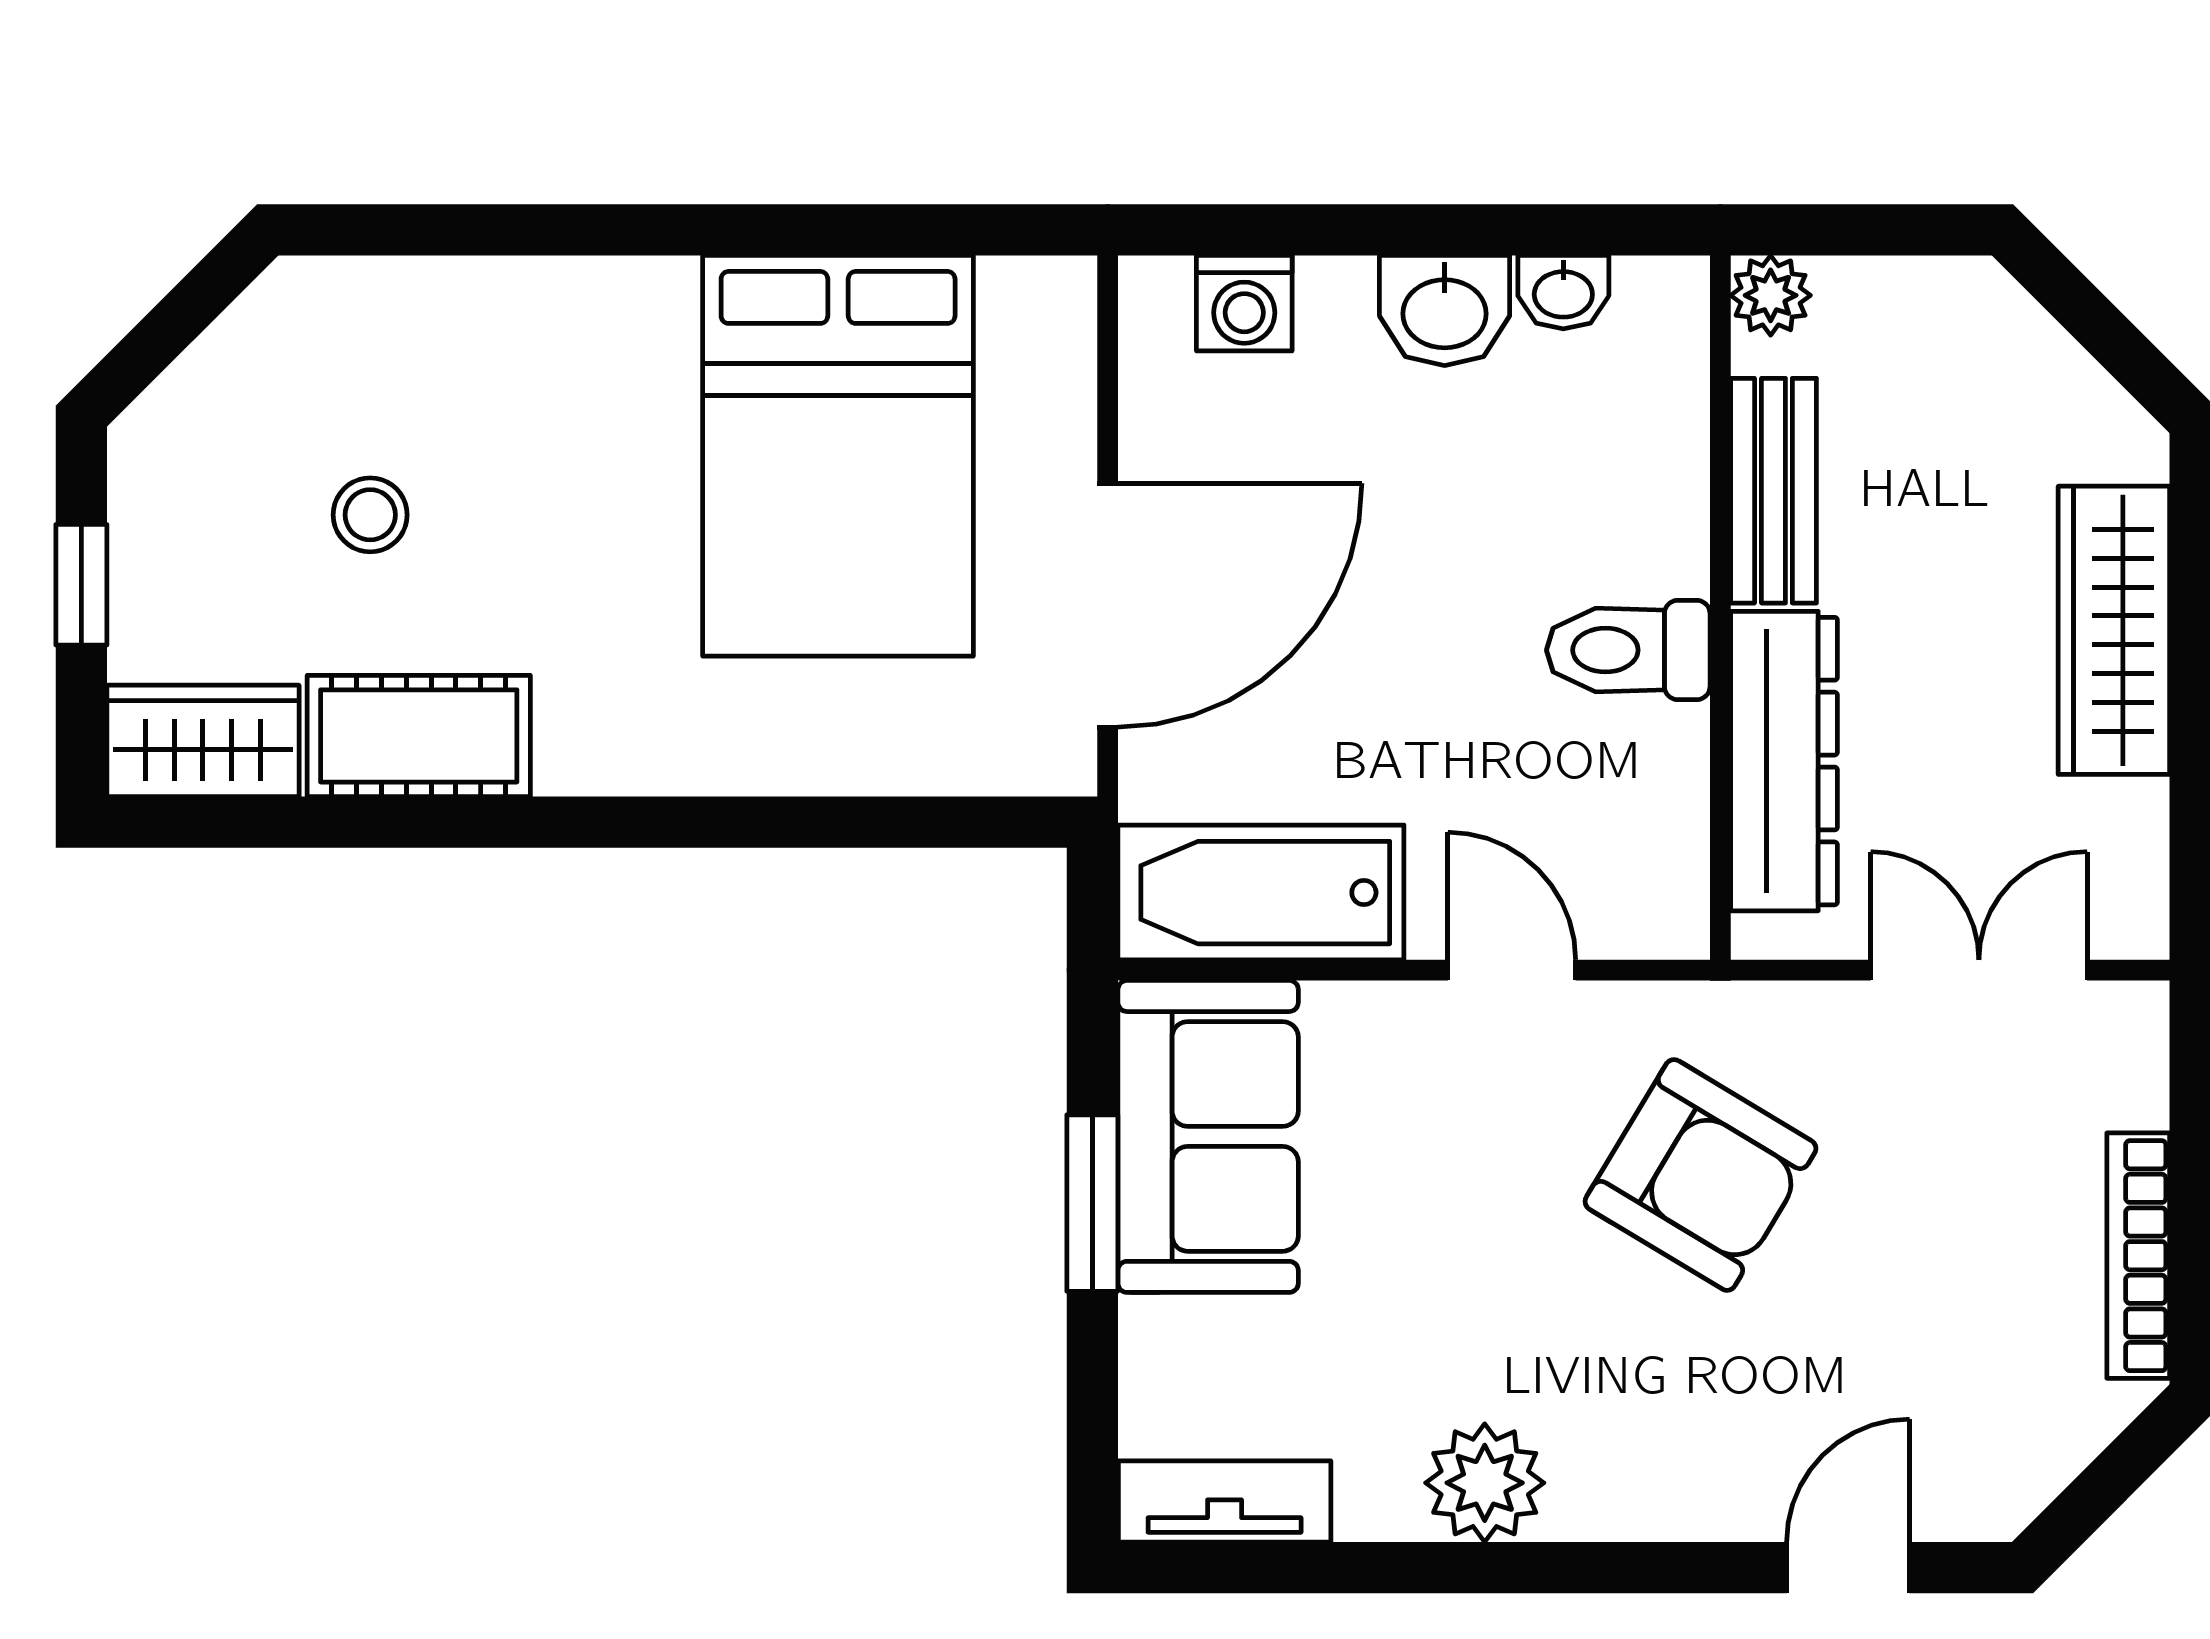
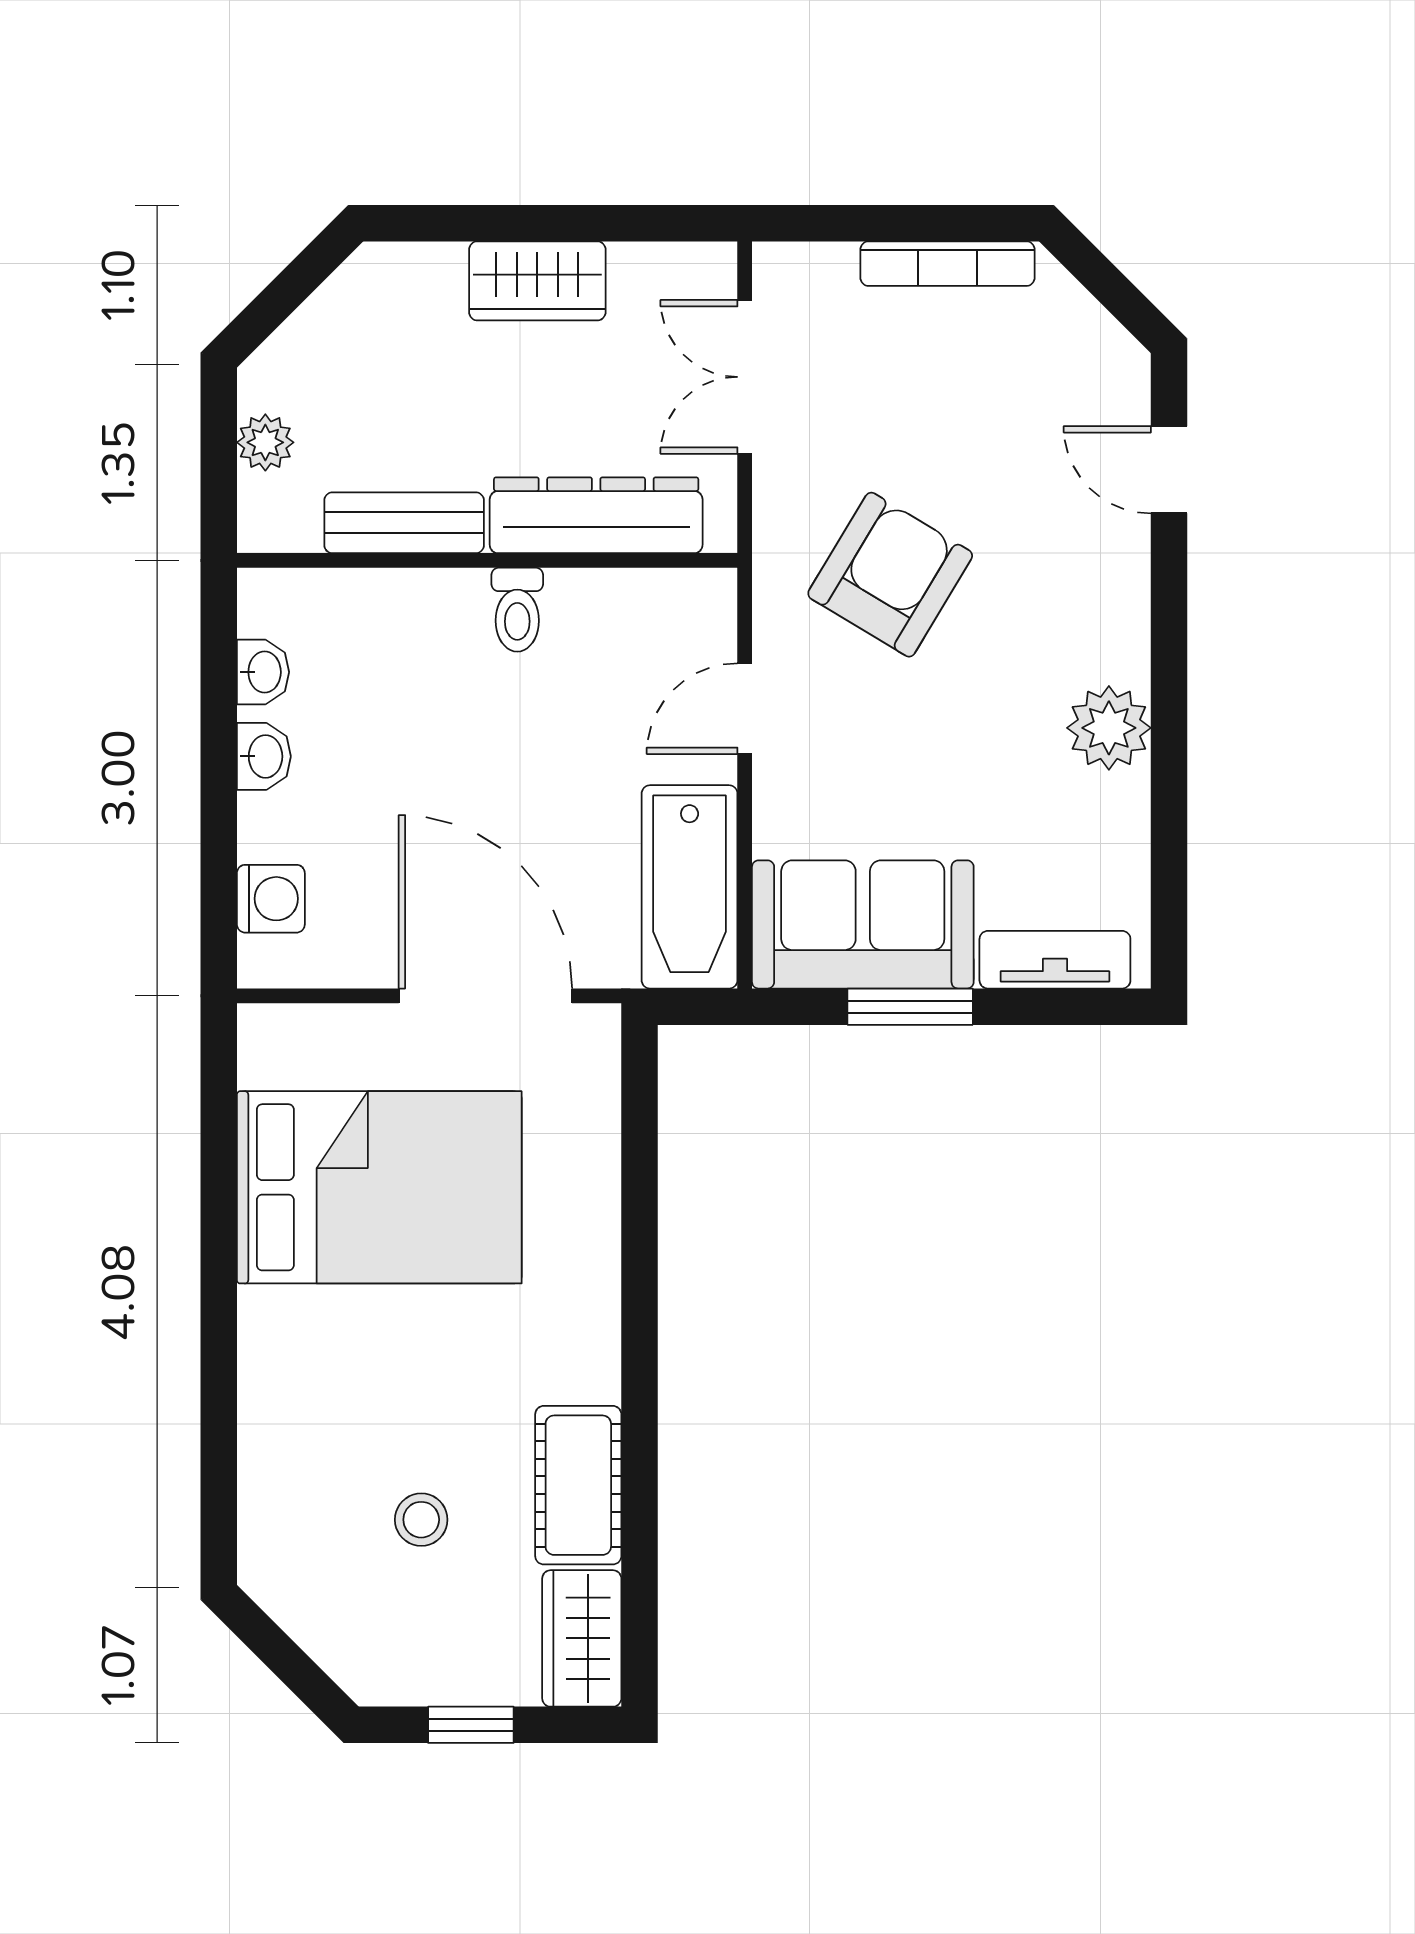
plant: (1771, 295) -> (265, 442), moved
washbasin: (1445, 310) -> (264, 756), width x0.72, depth x0.69
wardrobe: (2114, 630) -> (537, 281), width x0.67
toilet: (1628, 650) -> (517, 610), width x0.73, depth x0.72
tv unit: (1225, 1501) -> (1055, 960), moved, turned 90

